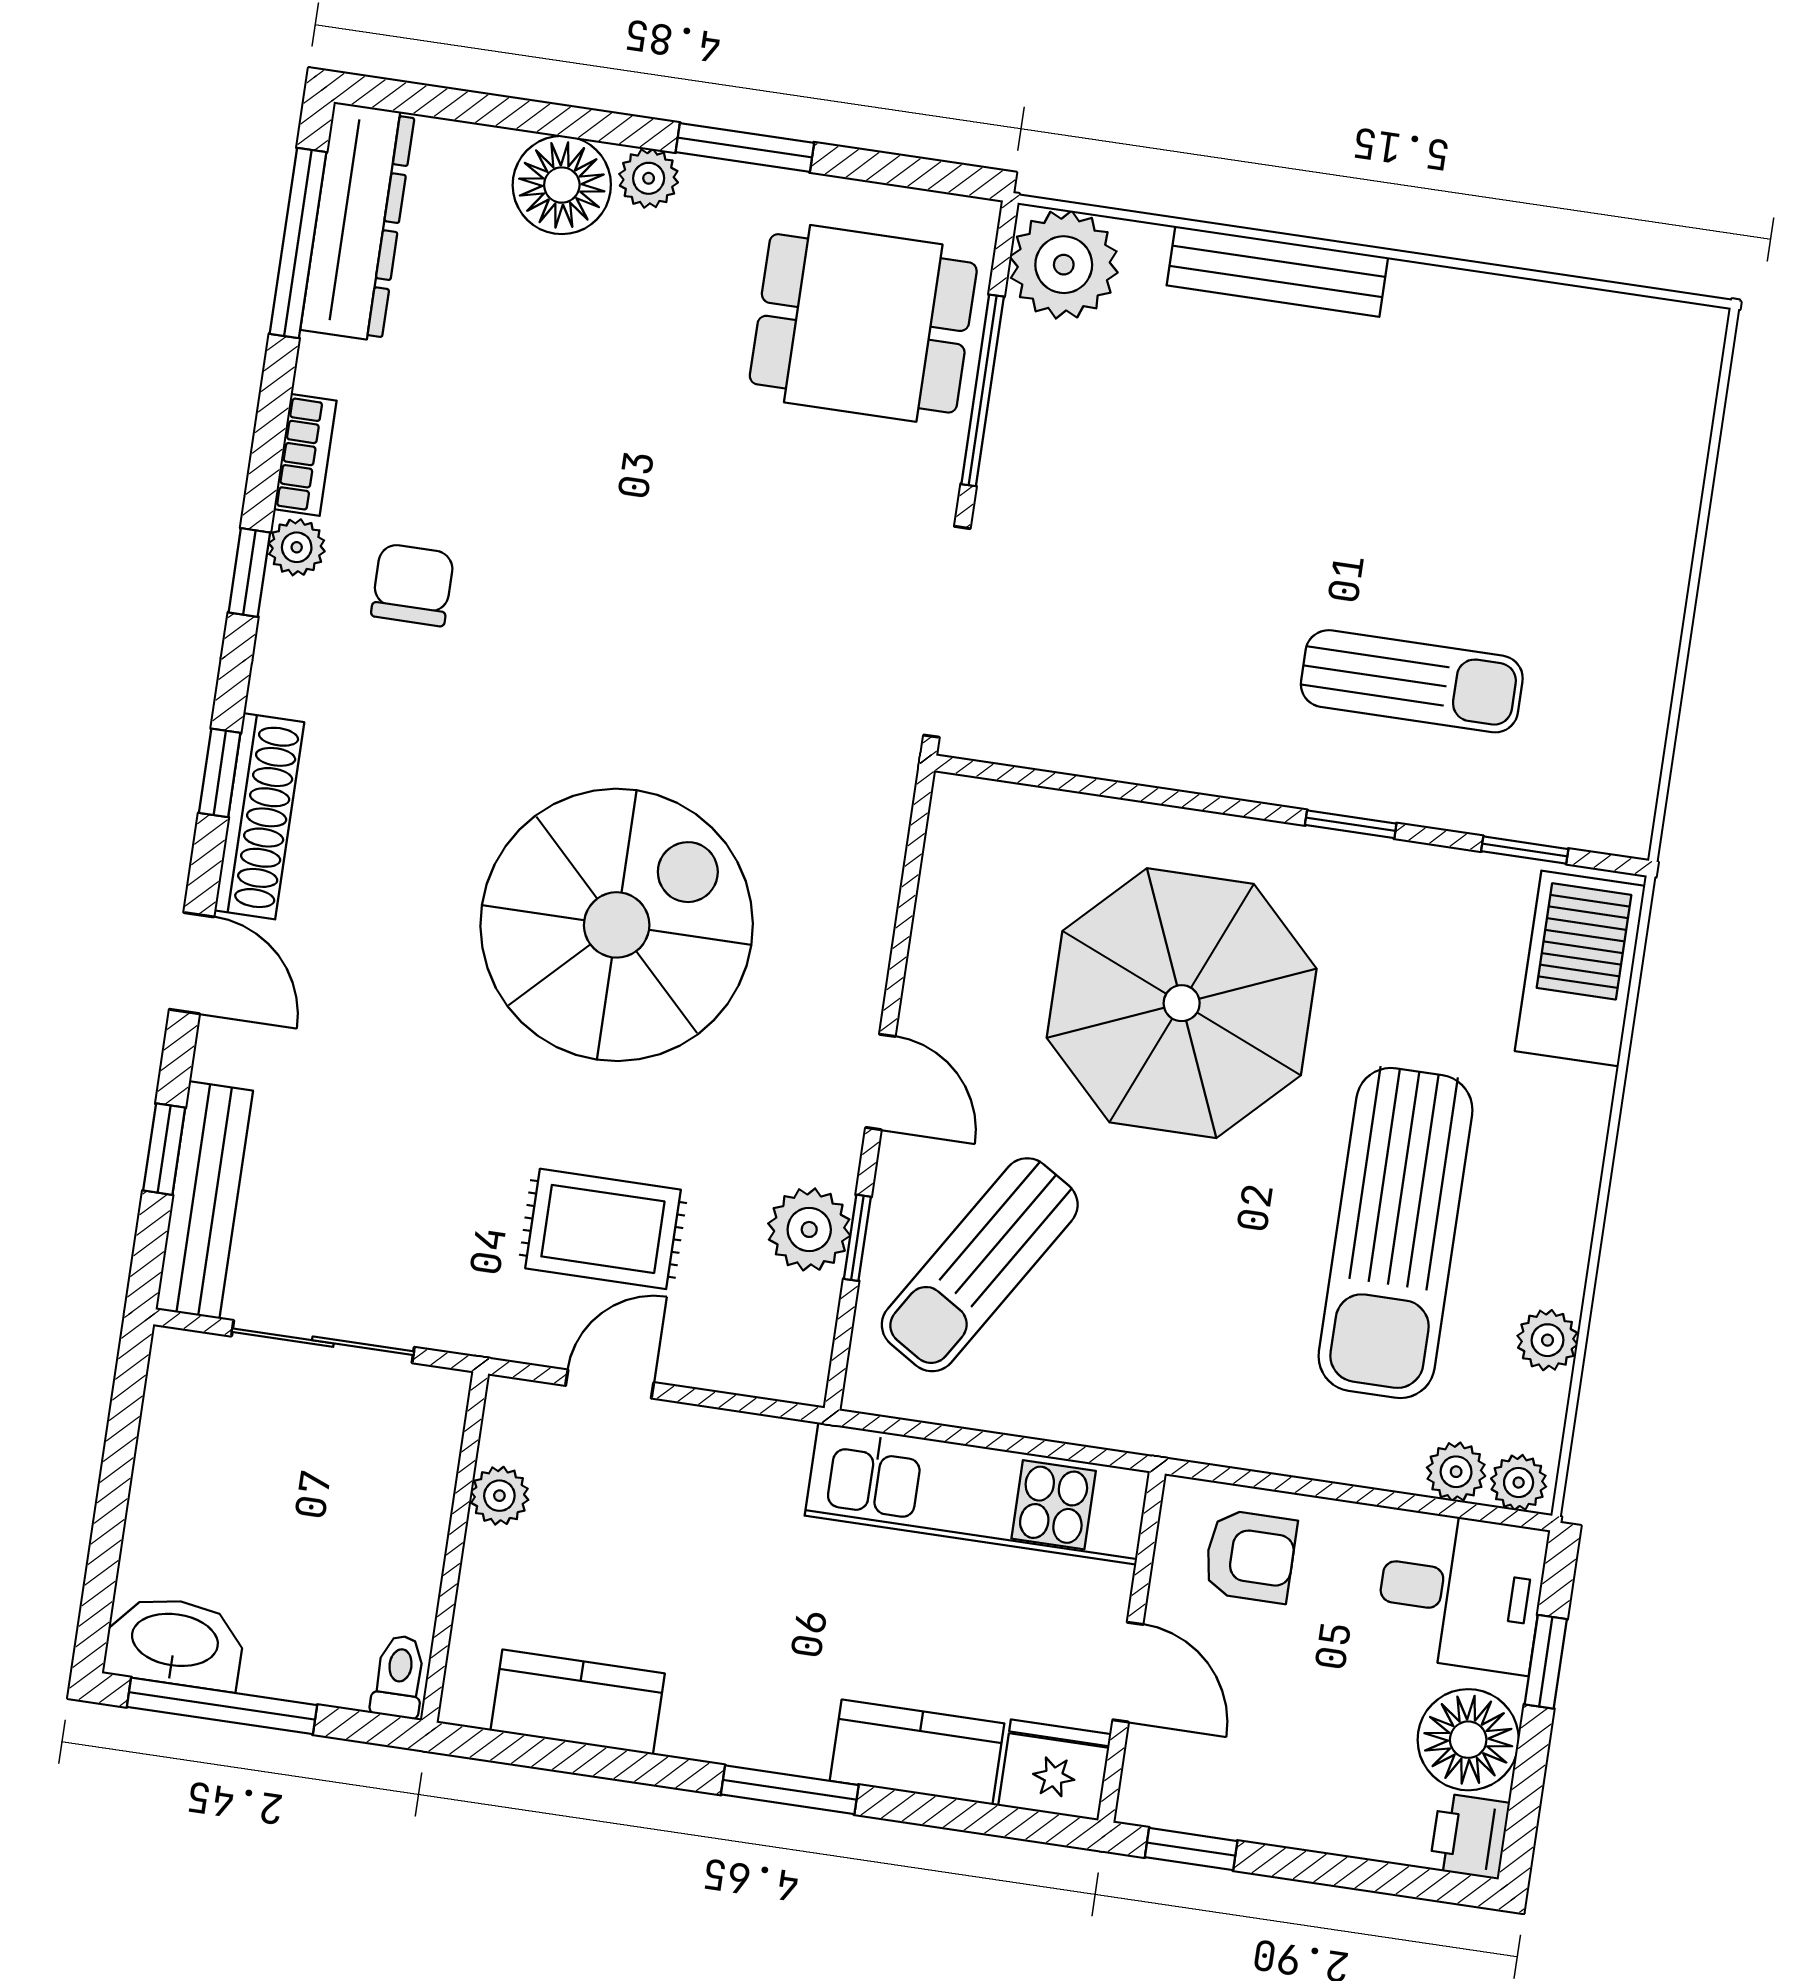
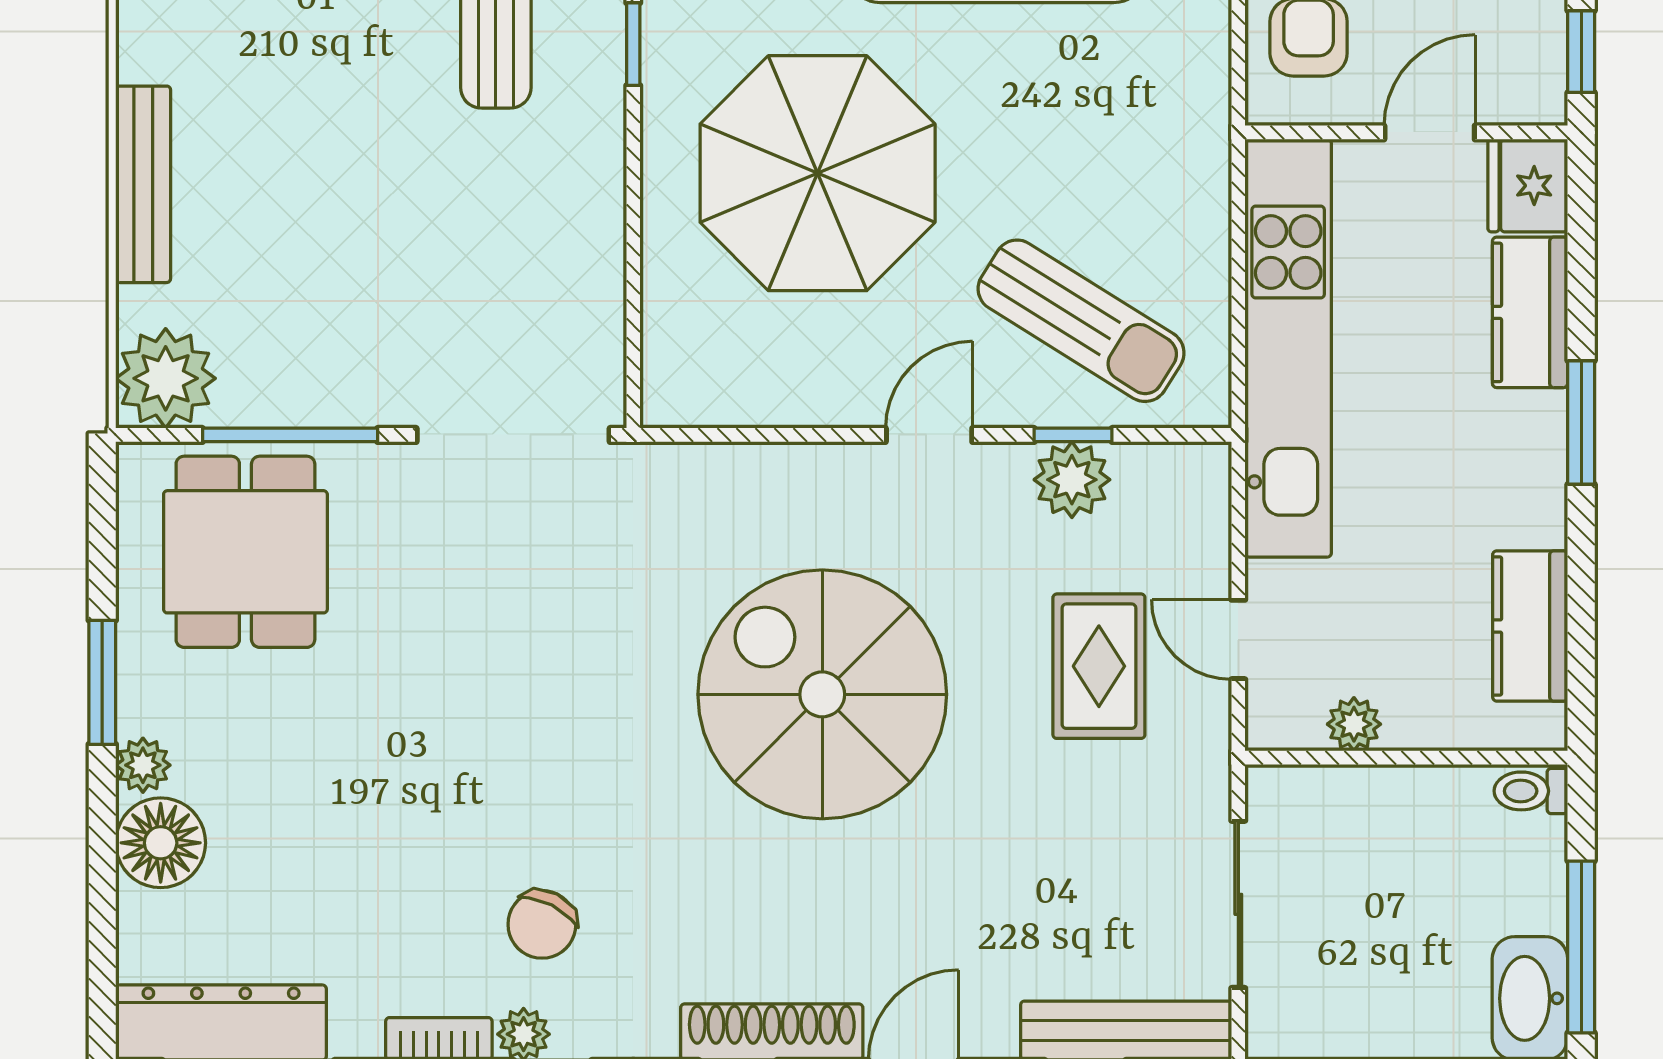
chair: (413, 585) -> (542, 924), turned -63
kitchen unit: (977, 1494) -> (1288, 348), width x1.36

